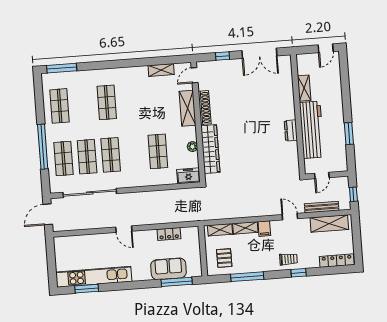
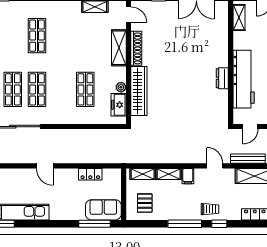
door: (195, 75) -> (129, 15), swing flipped
shelving: (304, 88) -> (239, 17), moved
freezer: (188, 176) -> (119, 105), moved, turned -90
sofa: (168, 269) -> (103, 210), moved
window: (247, 277) -> (185, 224), moved

